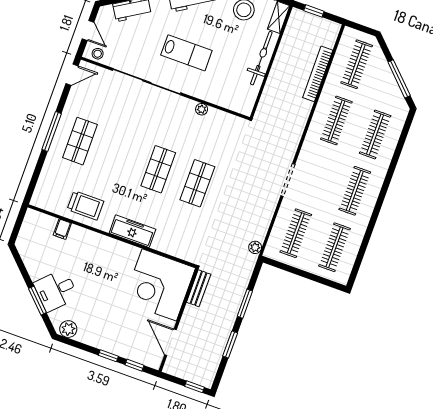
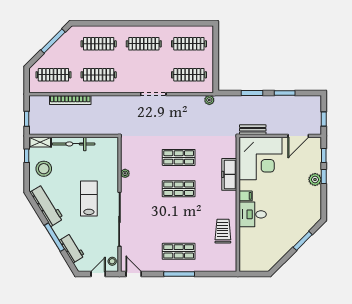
filing cabinet: (62, 229) -> (246, 196), moved
freezer: (132, 231) -> (229, 174), moved
desk: (56, 290) -> (253, 214), moved, turned 135
plant: (68, 329) -> (315, 180), moved
window: (194, 387) -> (324, 119), moved

